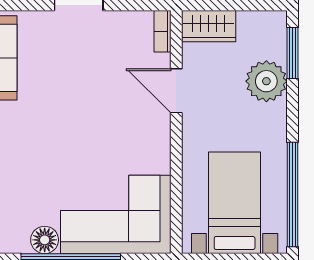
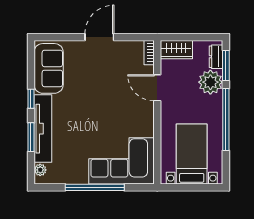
dresser: (276, 38) -> (216, 57), added
window: (292, 194) -> (226, 120), moved
floor lamp: (45, 240) -> (79, 176), removed

